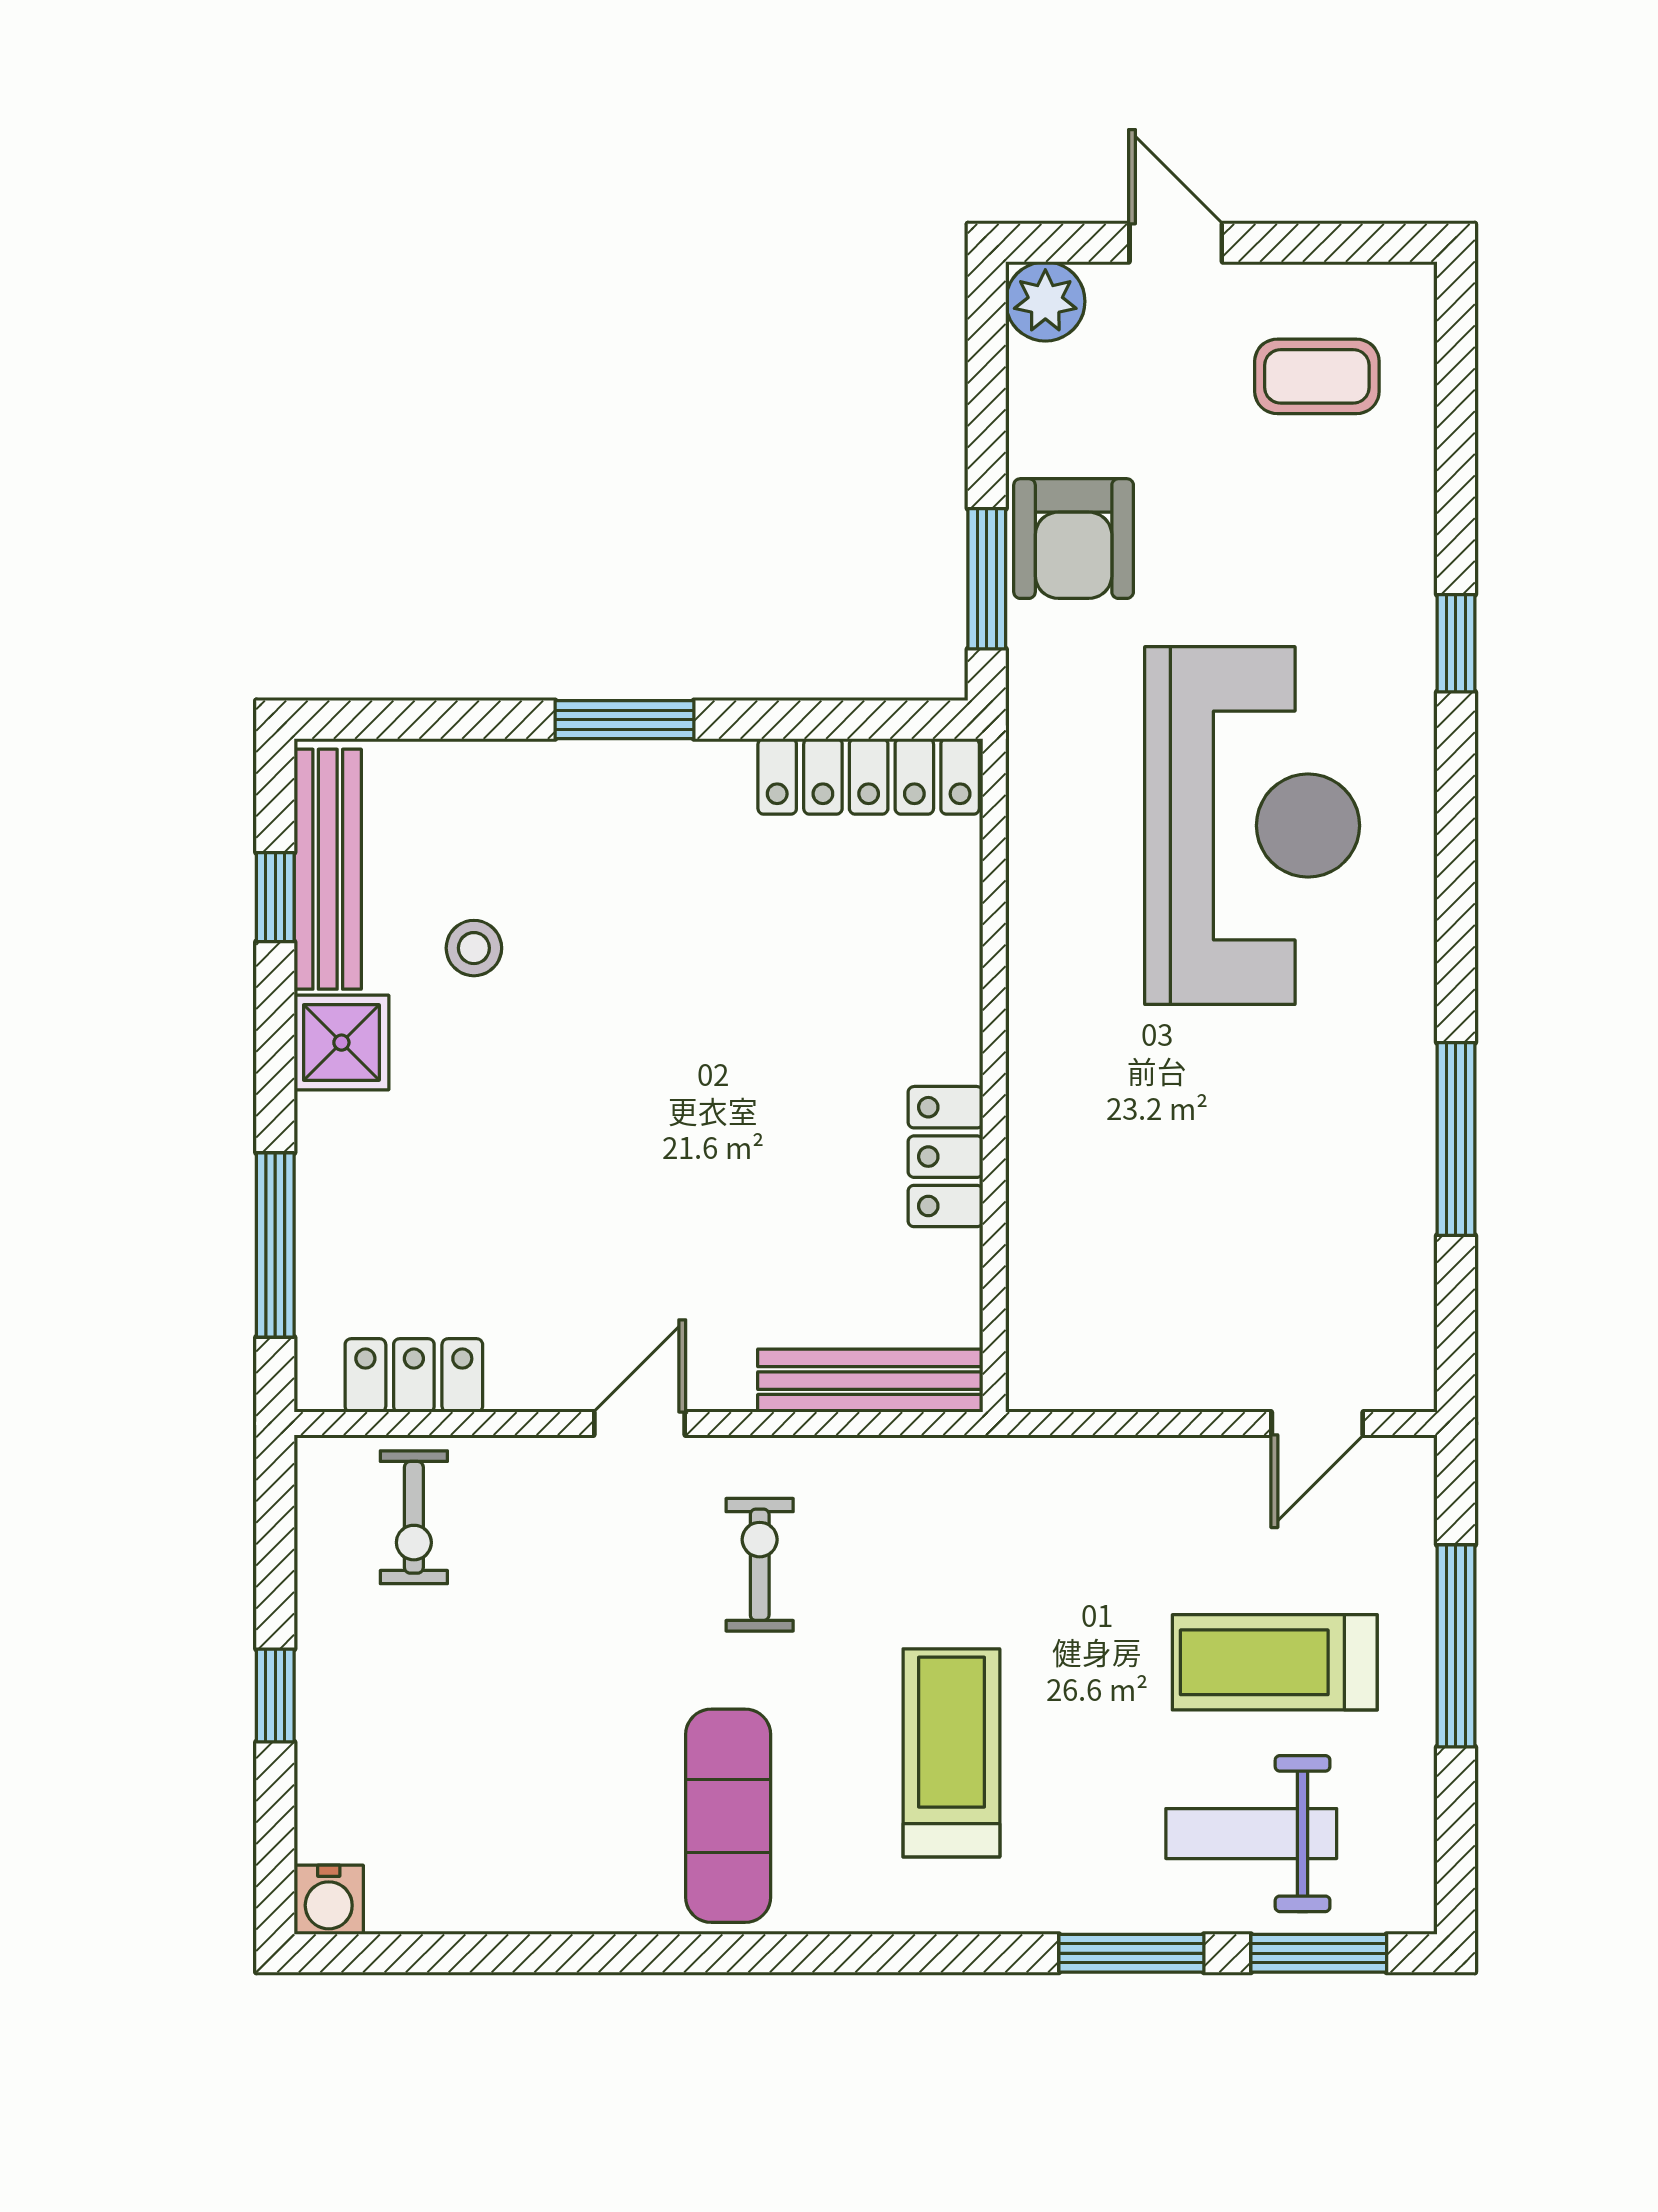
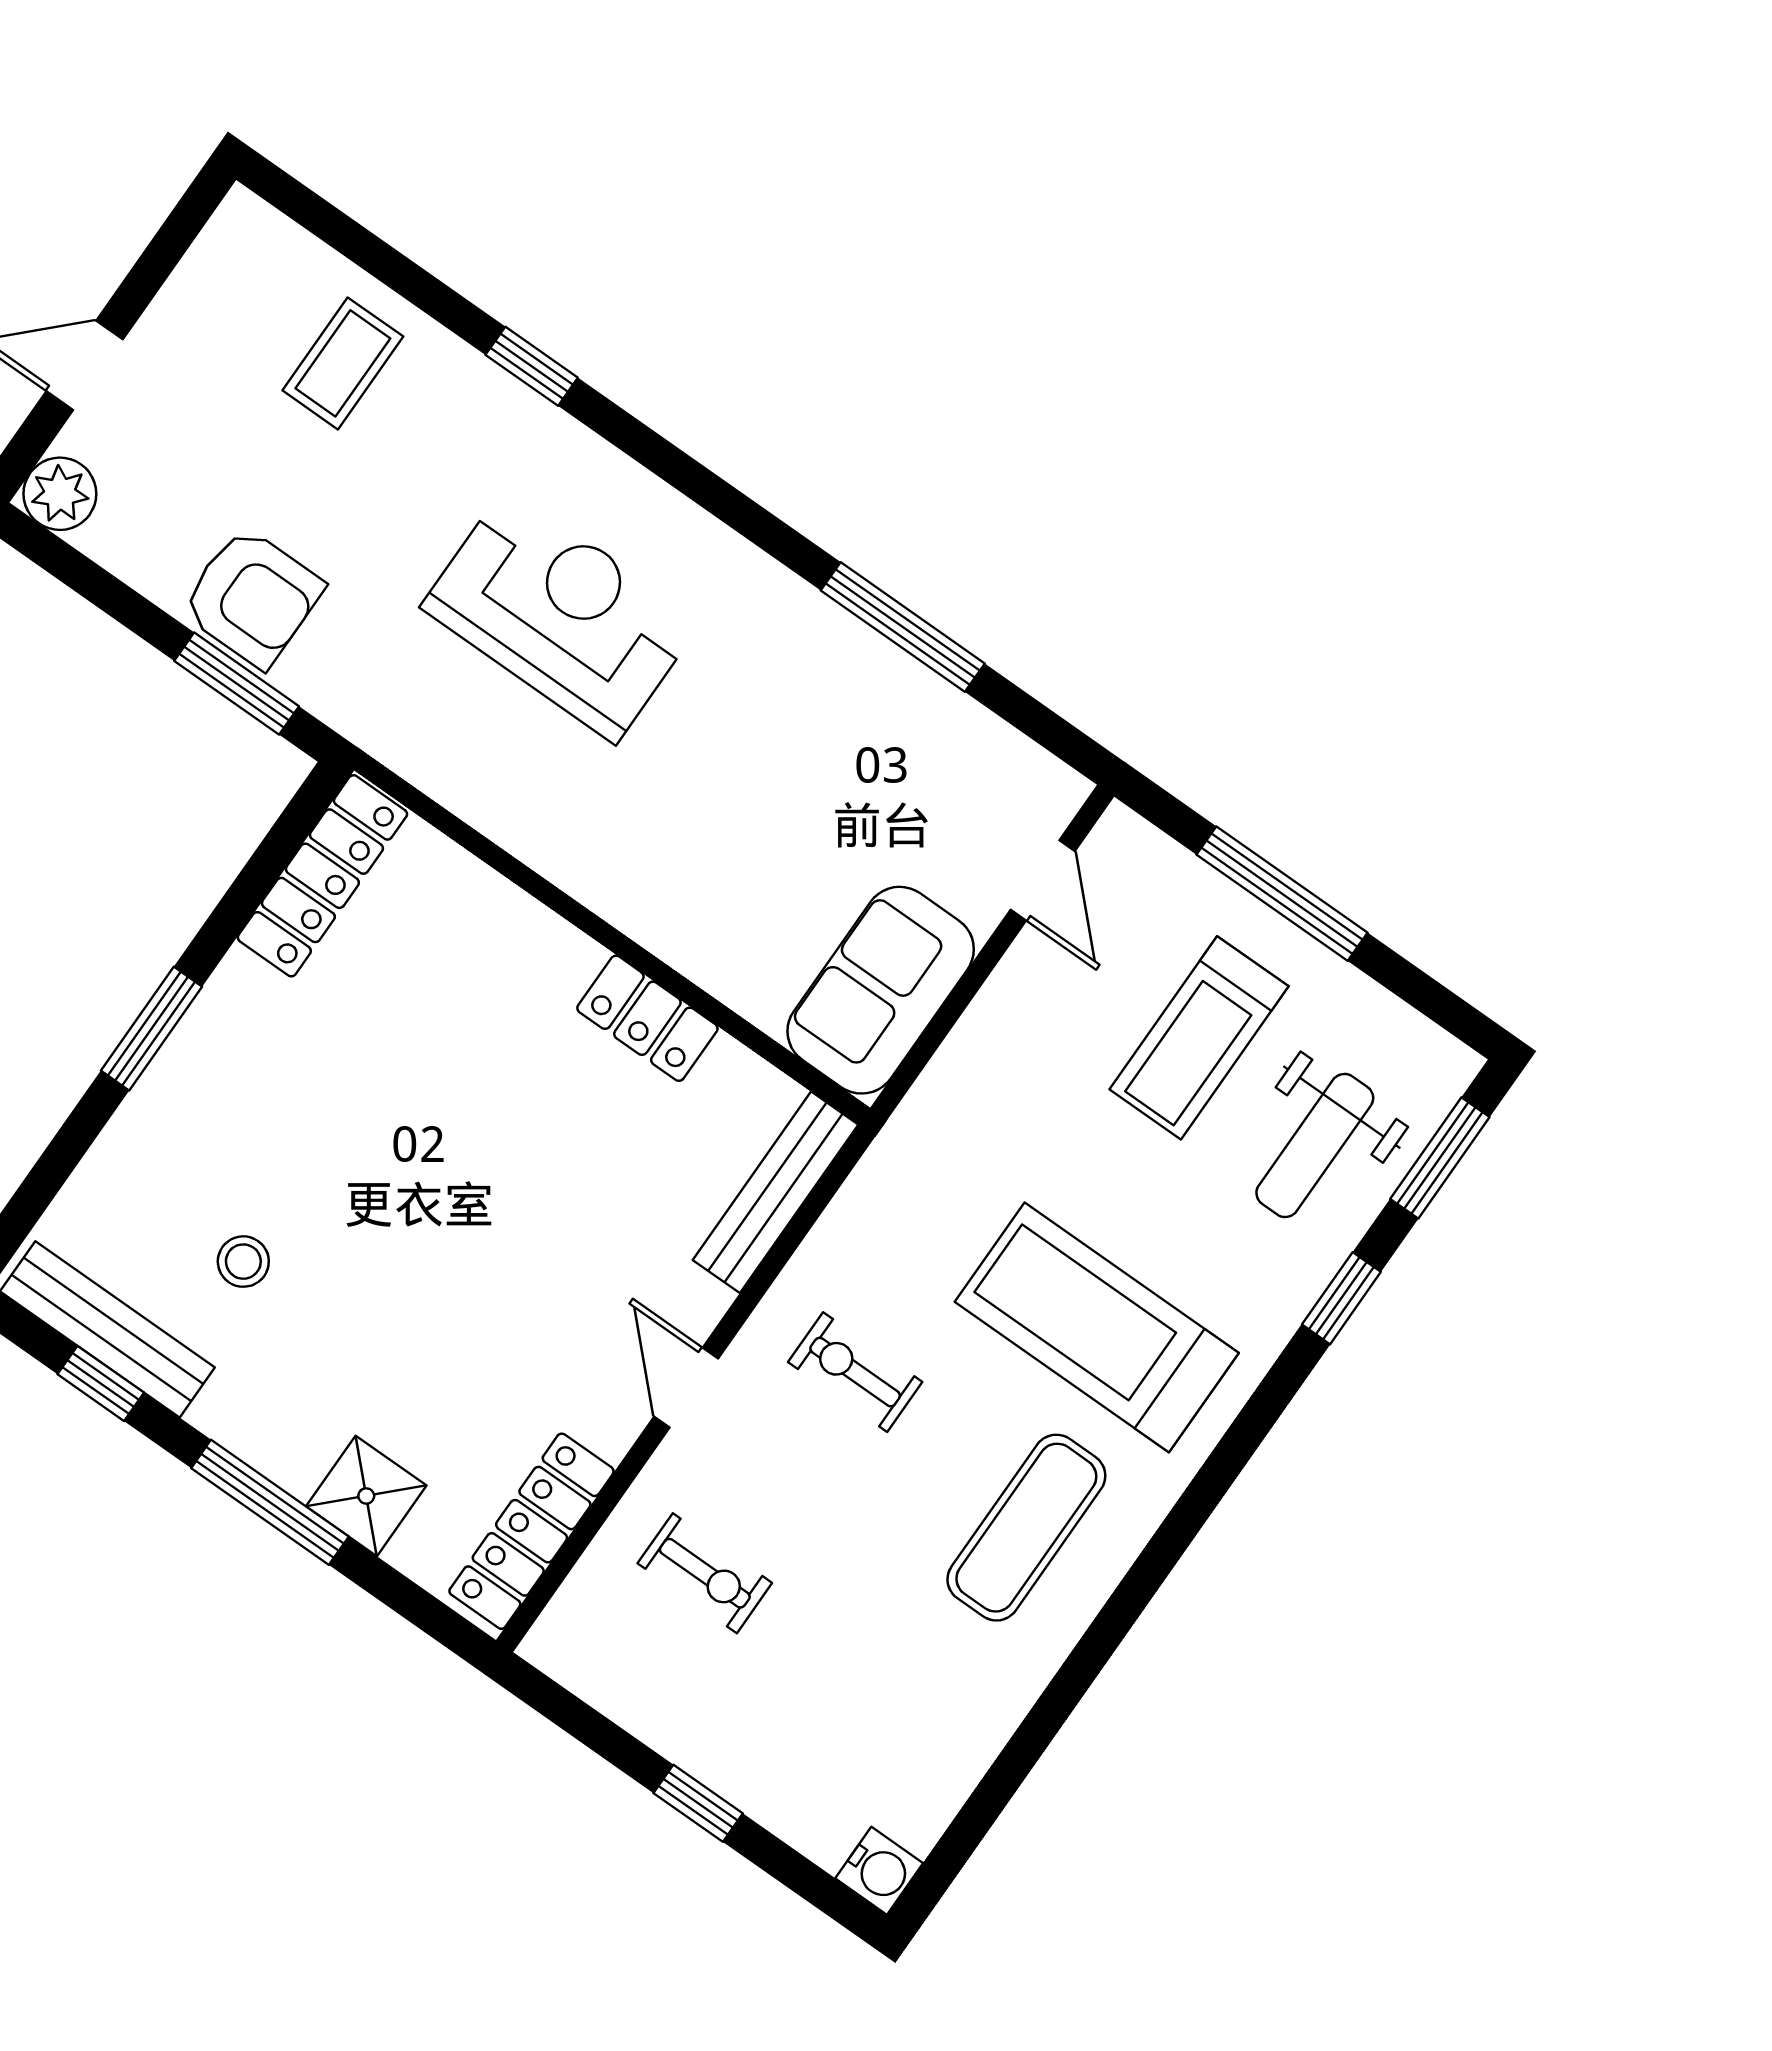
coffee table: (1317, 376) -> (343, 363), moved
reception desk: (1252, 826) -> (561, 615), width x0.74, depth x0.77
shower: (341, 1043) -> (366, 1496), moved
window: (275, 1245) -> (270, 1502), moved
sofa: (1117, 1348) -> (881, 990), added
locker: (414, 1375) -> (532, 1531), width x1.53
exercise bike: (414, 1517) -> (705, 1573), moved
treadmill: (951, 1753) -> (1097, 1327), width x1.37, depth x1.37
exercise mat: (728, 1816) -> (1026, 1528), turned 90
window: (1131, 1953) -> (1341, 1298), width x0.67

